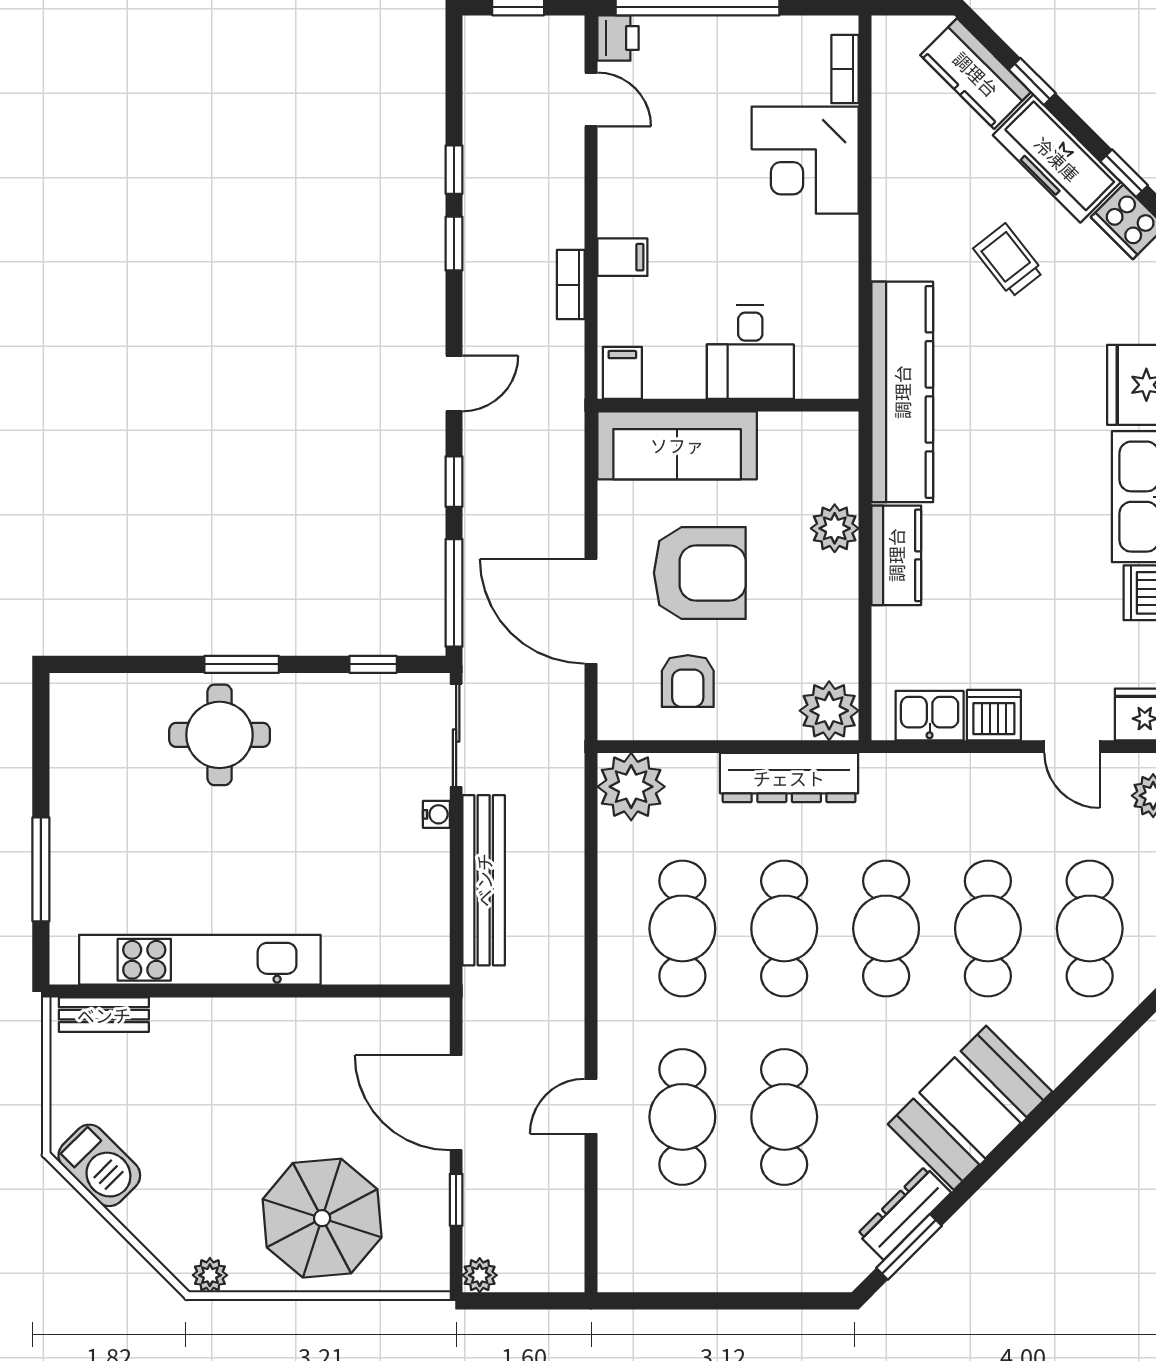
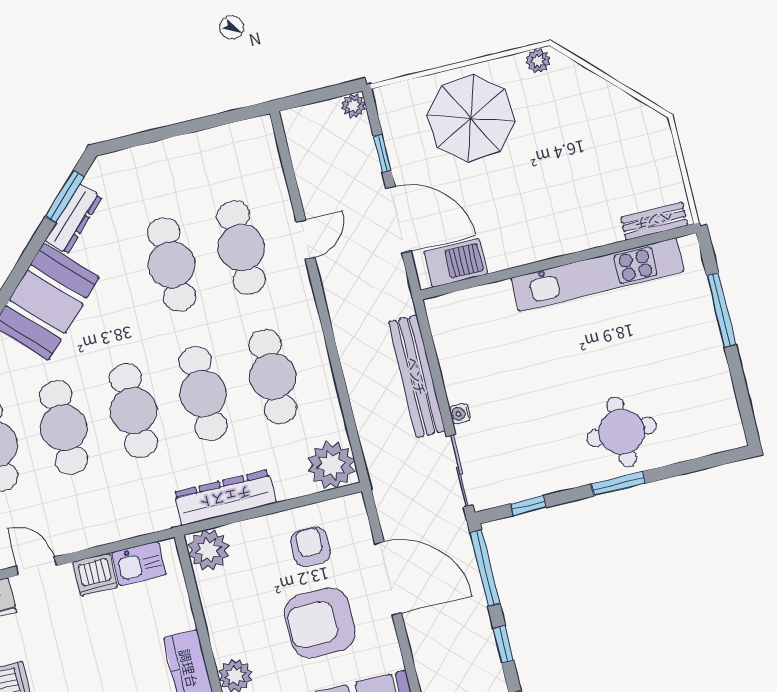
barbecue: (99, 1165) -> (456, 263), moved, turned 135

